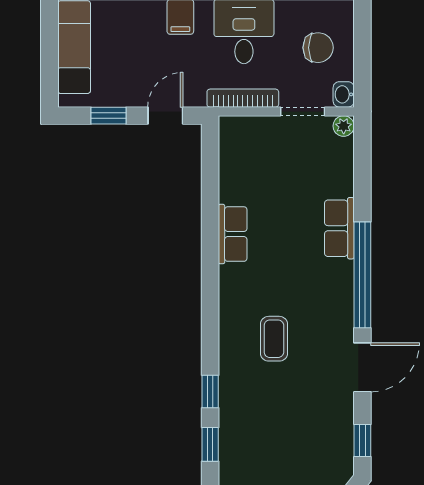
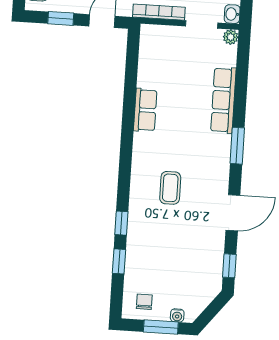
row of seats: (339, 228) -> (223, 100), width x1.48
window: (362, 275) -> (237, 146), width x0.47

